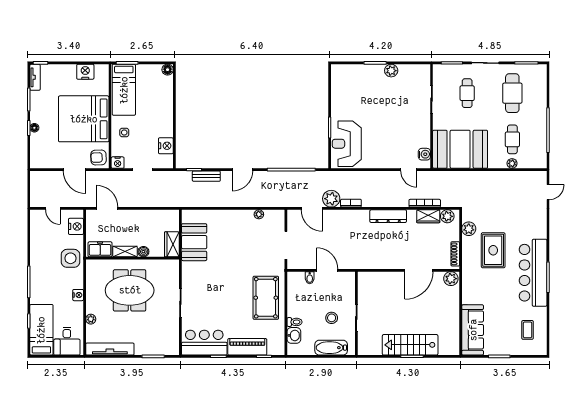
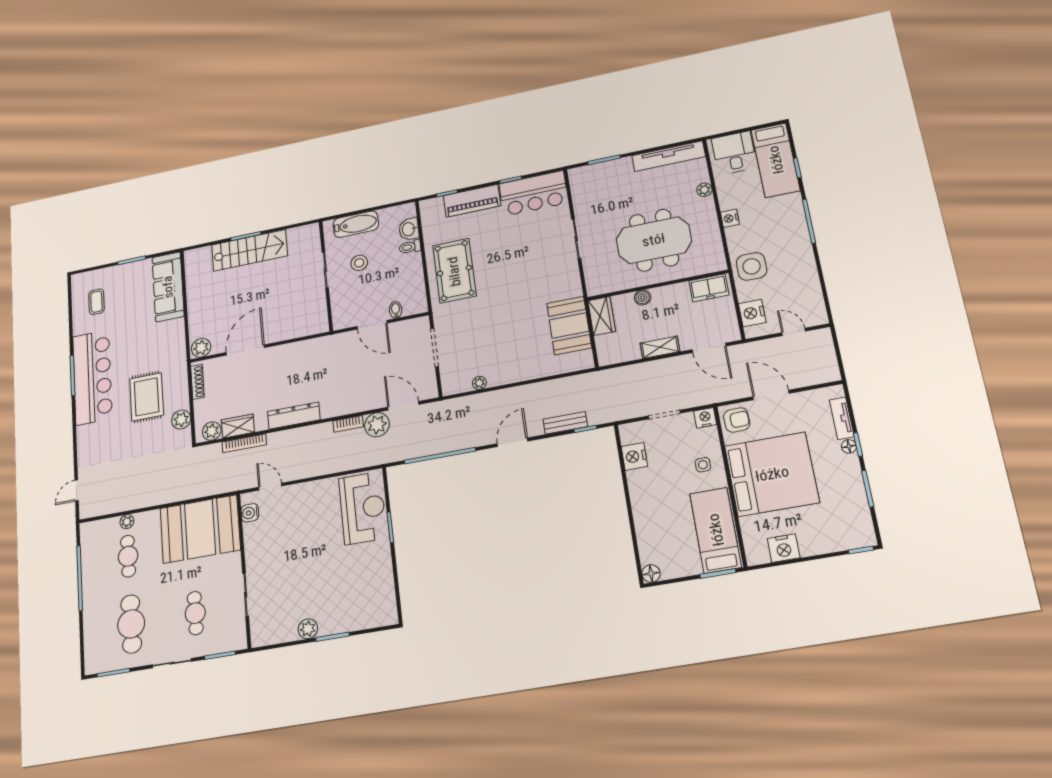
tv unit: (35, 77) -> (842, 418), moved
shelving: (125, 251) -> (660, 347), moved

